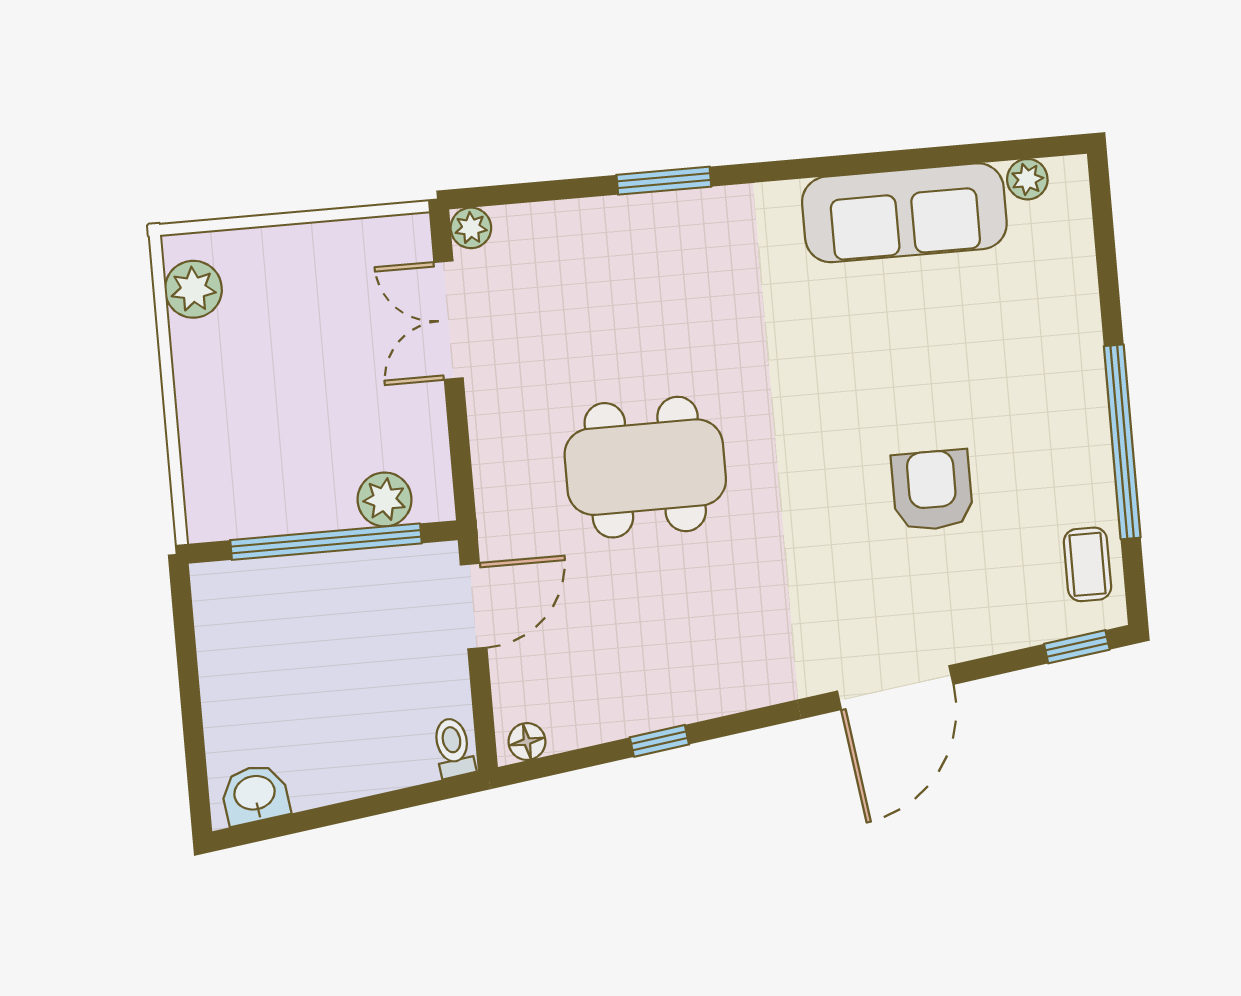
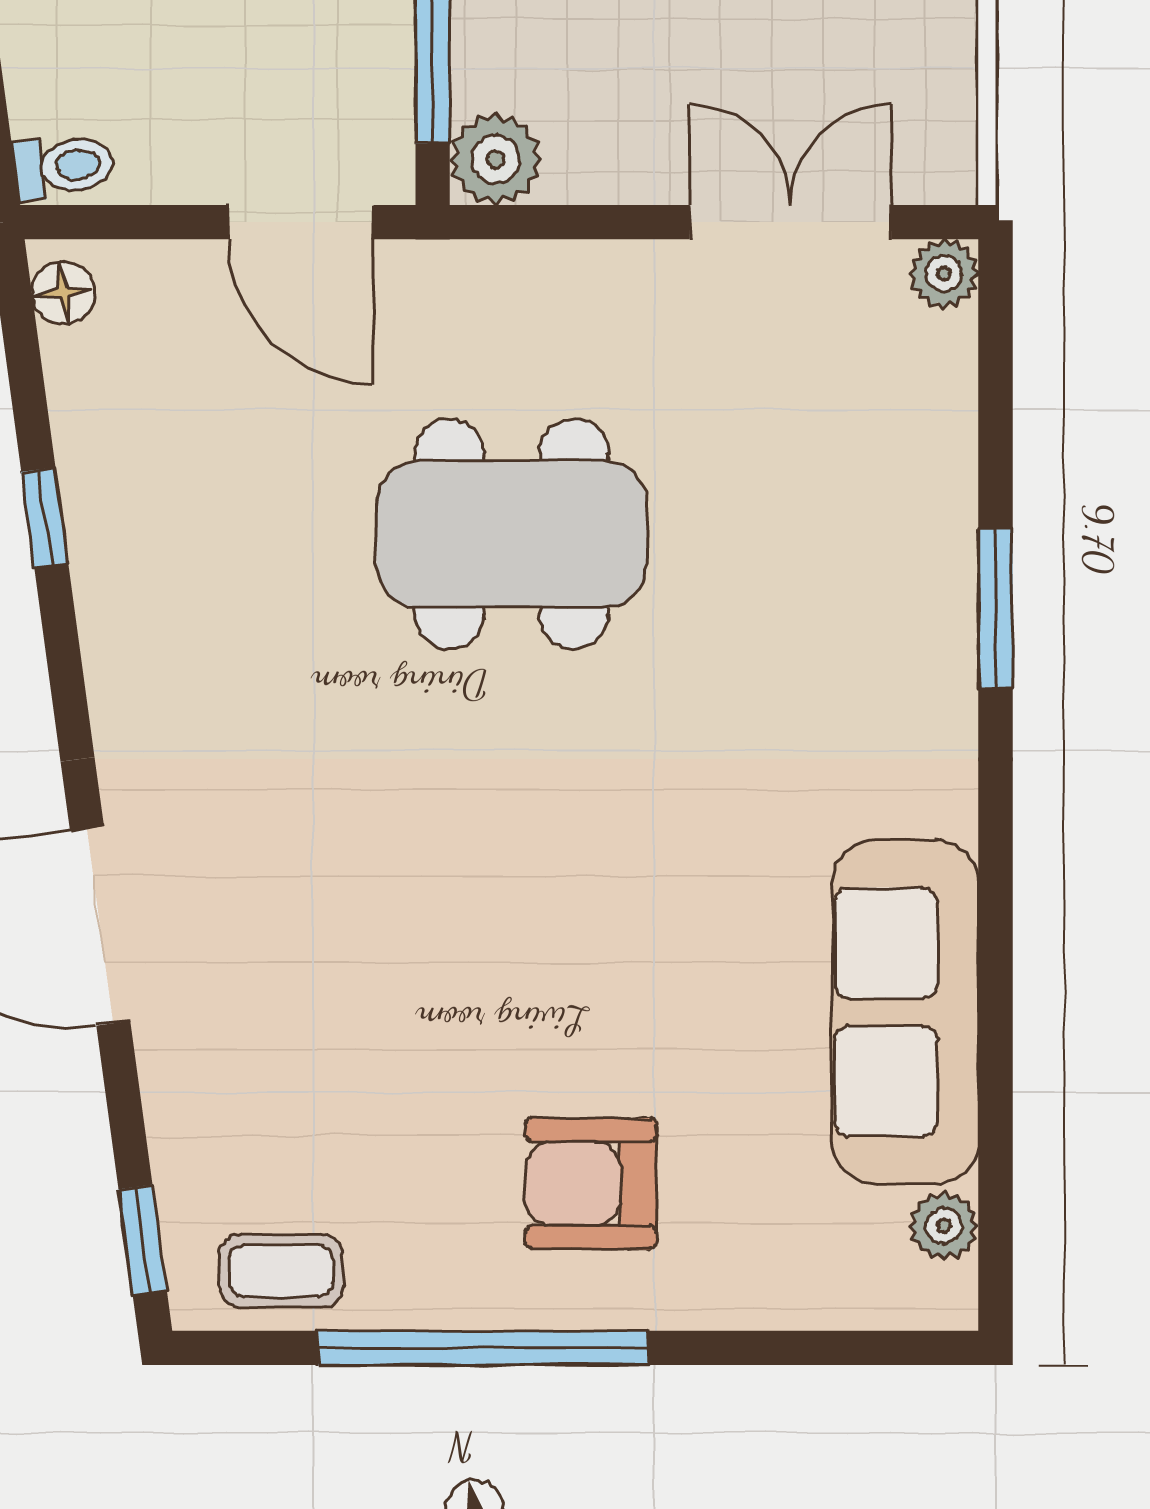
dining table: (645, 467) -> (512, 534), turned 90
armchair: (932, 490) -> (591, 1184), moved, turned 180
plant: (385, 499) -> (496, 159), moved

